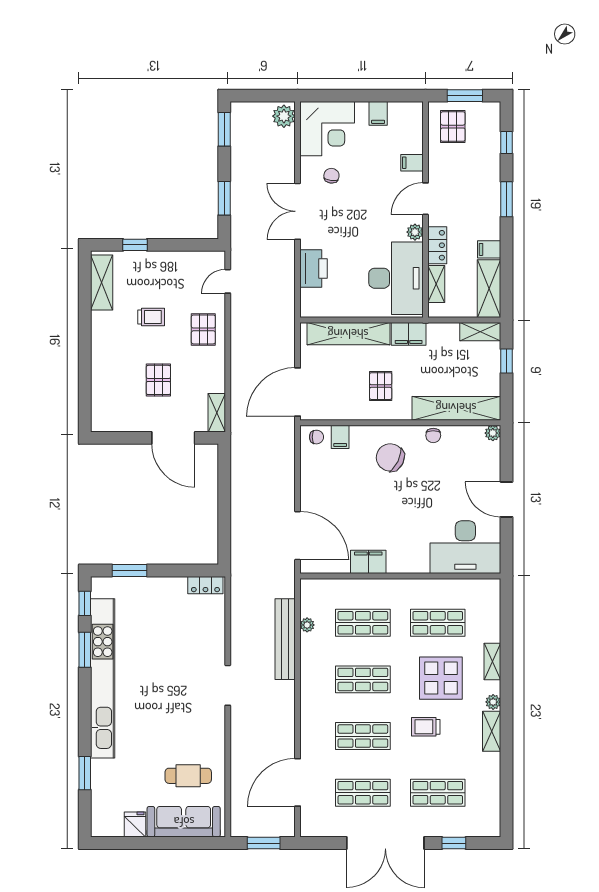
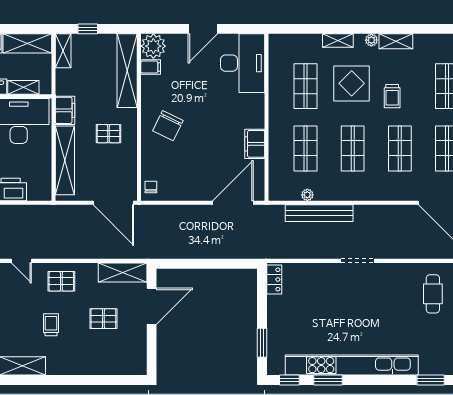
shelving: (217, 413) -> (123, 273), width x1.50, depth x1.33
plant: (493, 433) -> (153, 46), width x1.88, depth x1.88
chair: (433, 435) -> (150, 90), removed
filing cabinet: (340, 437) -> (151, 67), moved

